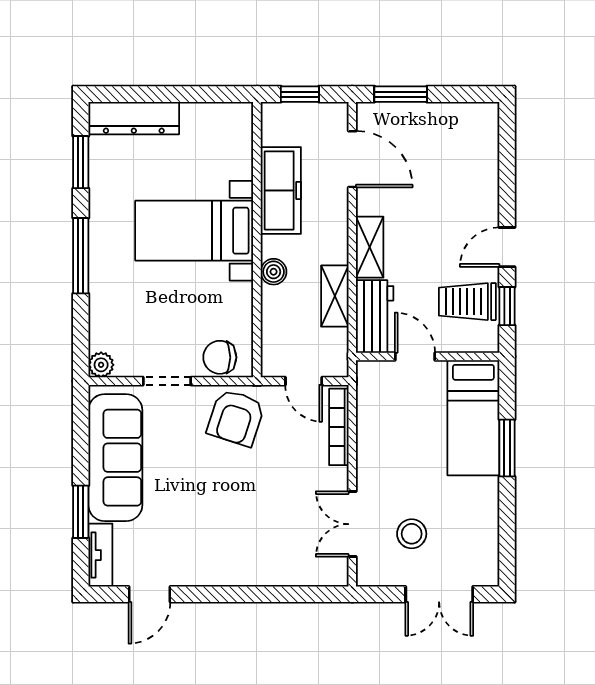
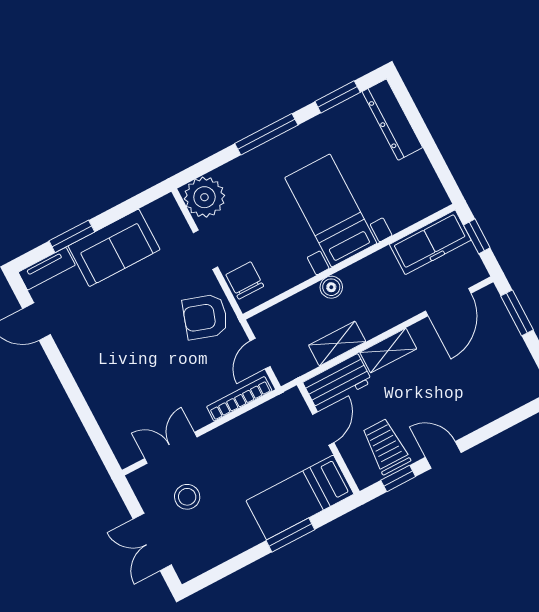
freezer: (281, 190) -> (430, 242), moved
plant: (101, 365) -> (204, 197), width x1.87, depth x1.87
sofa: (115, 458) -> (114, 248), width x0.73

